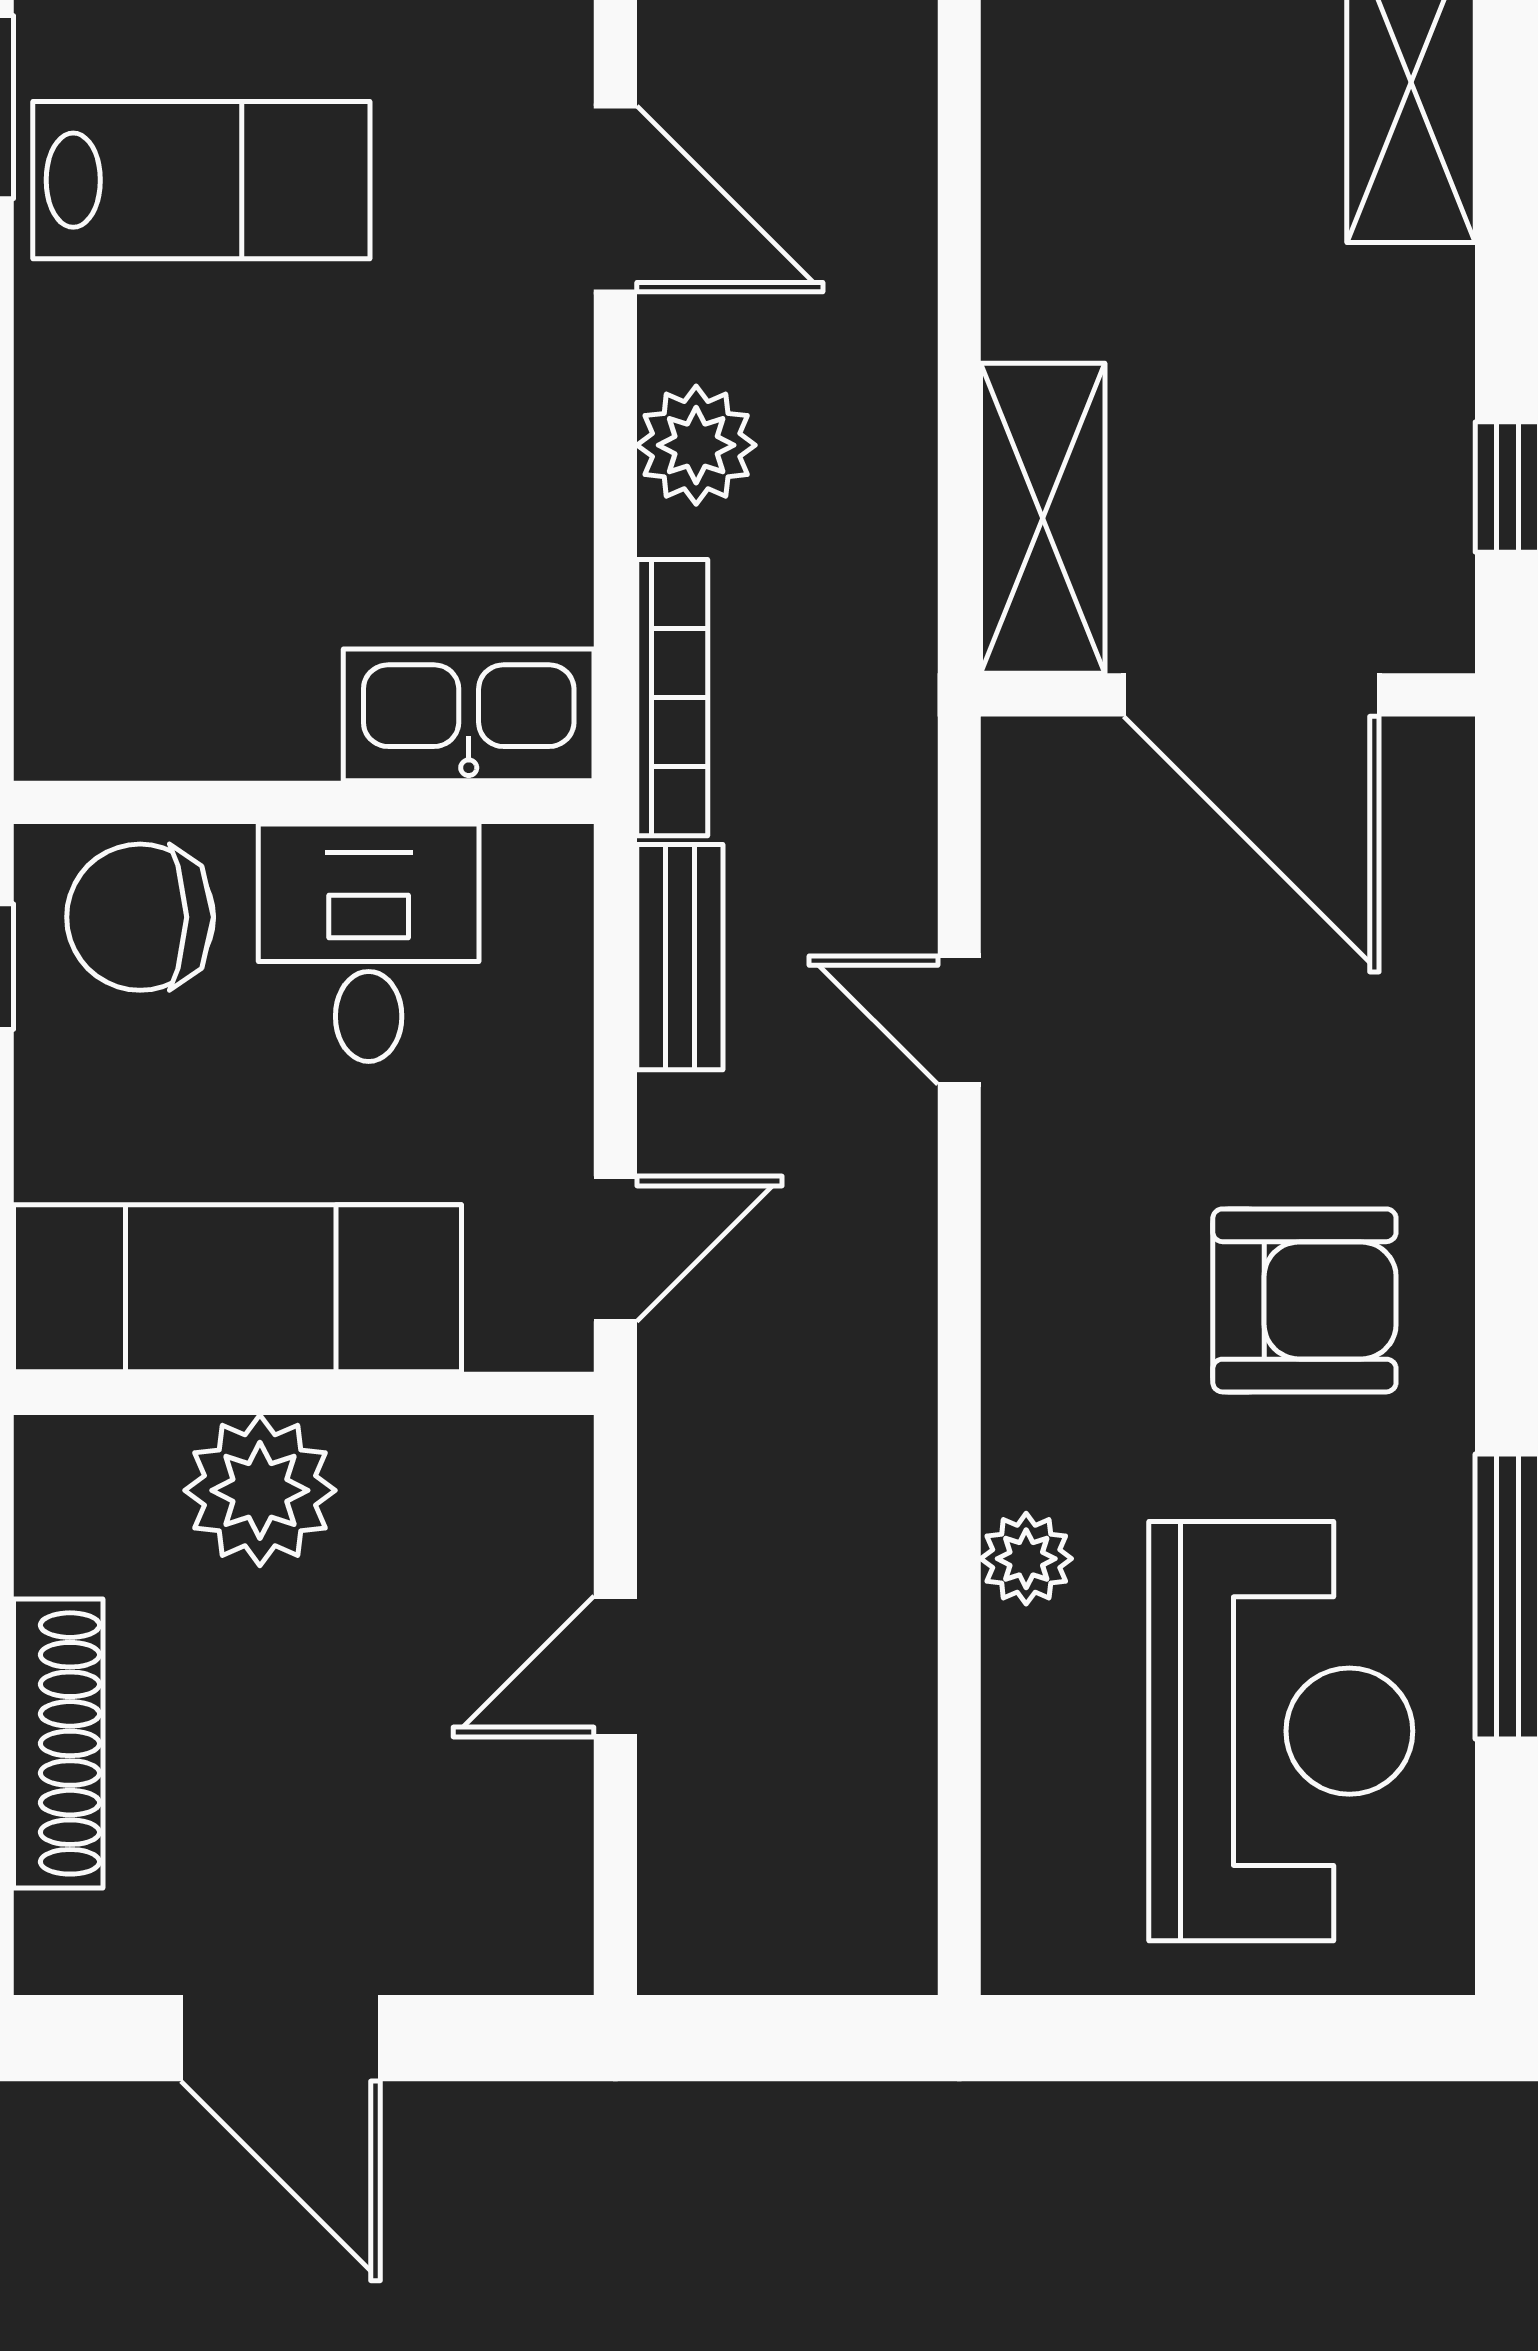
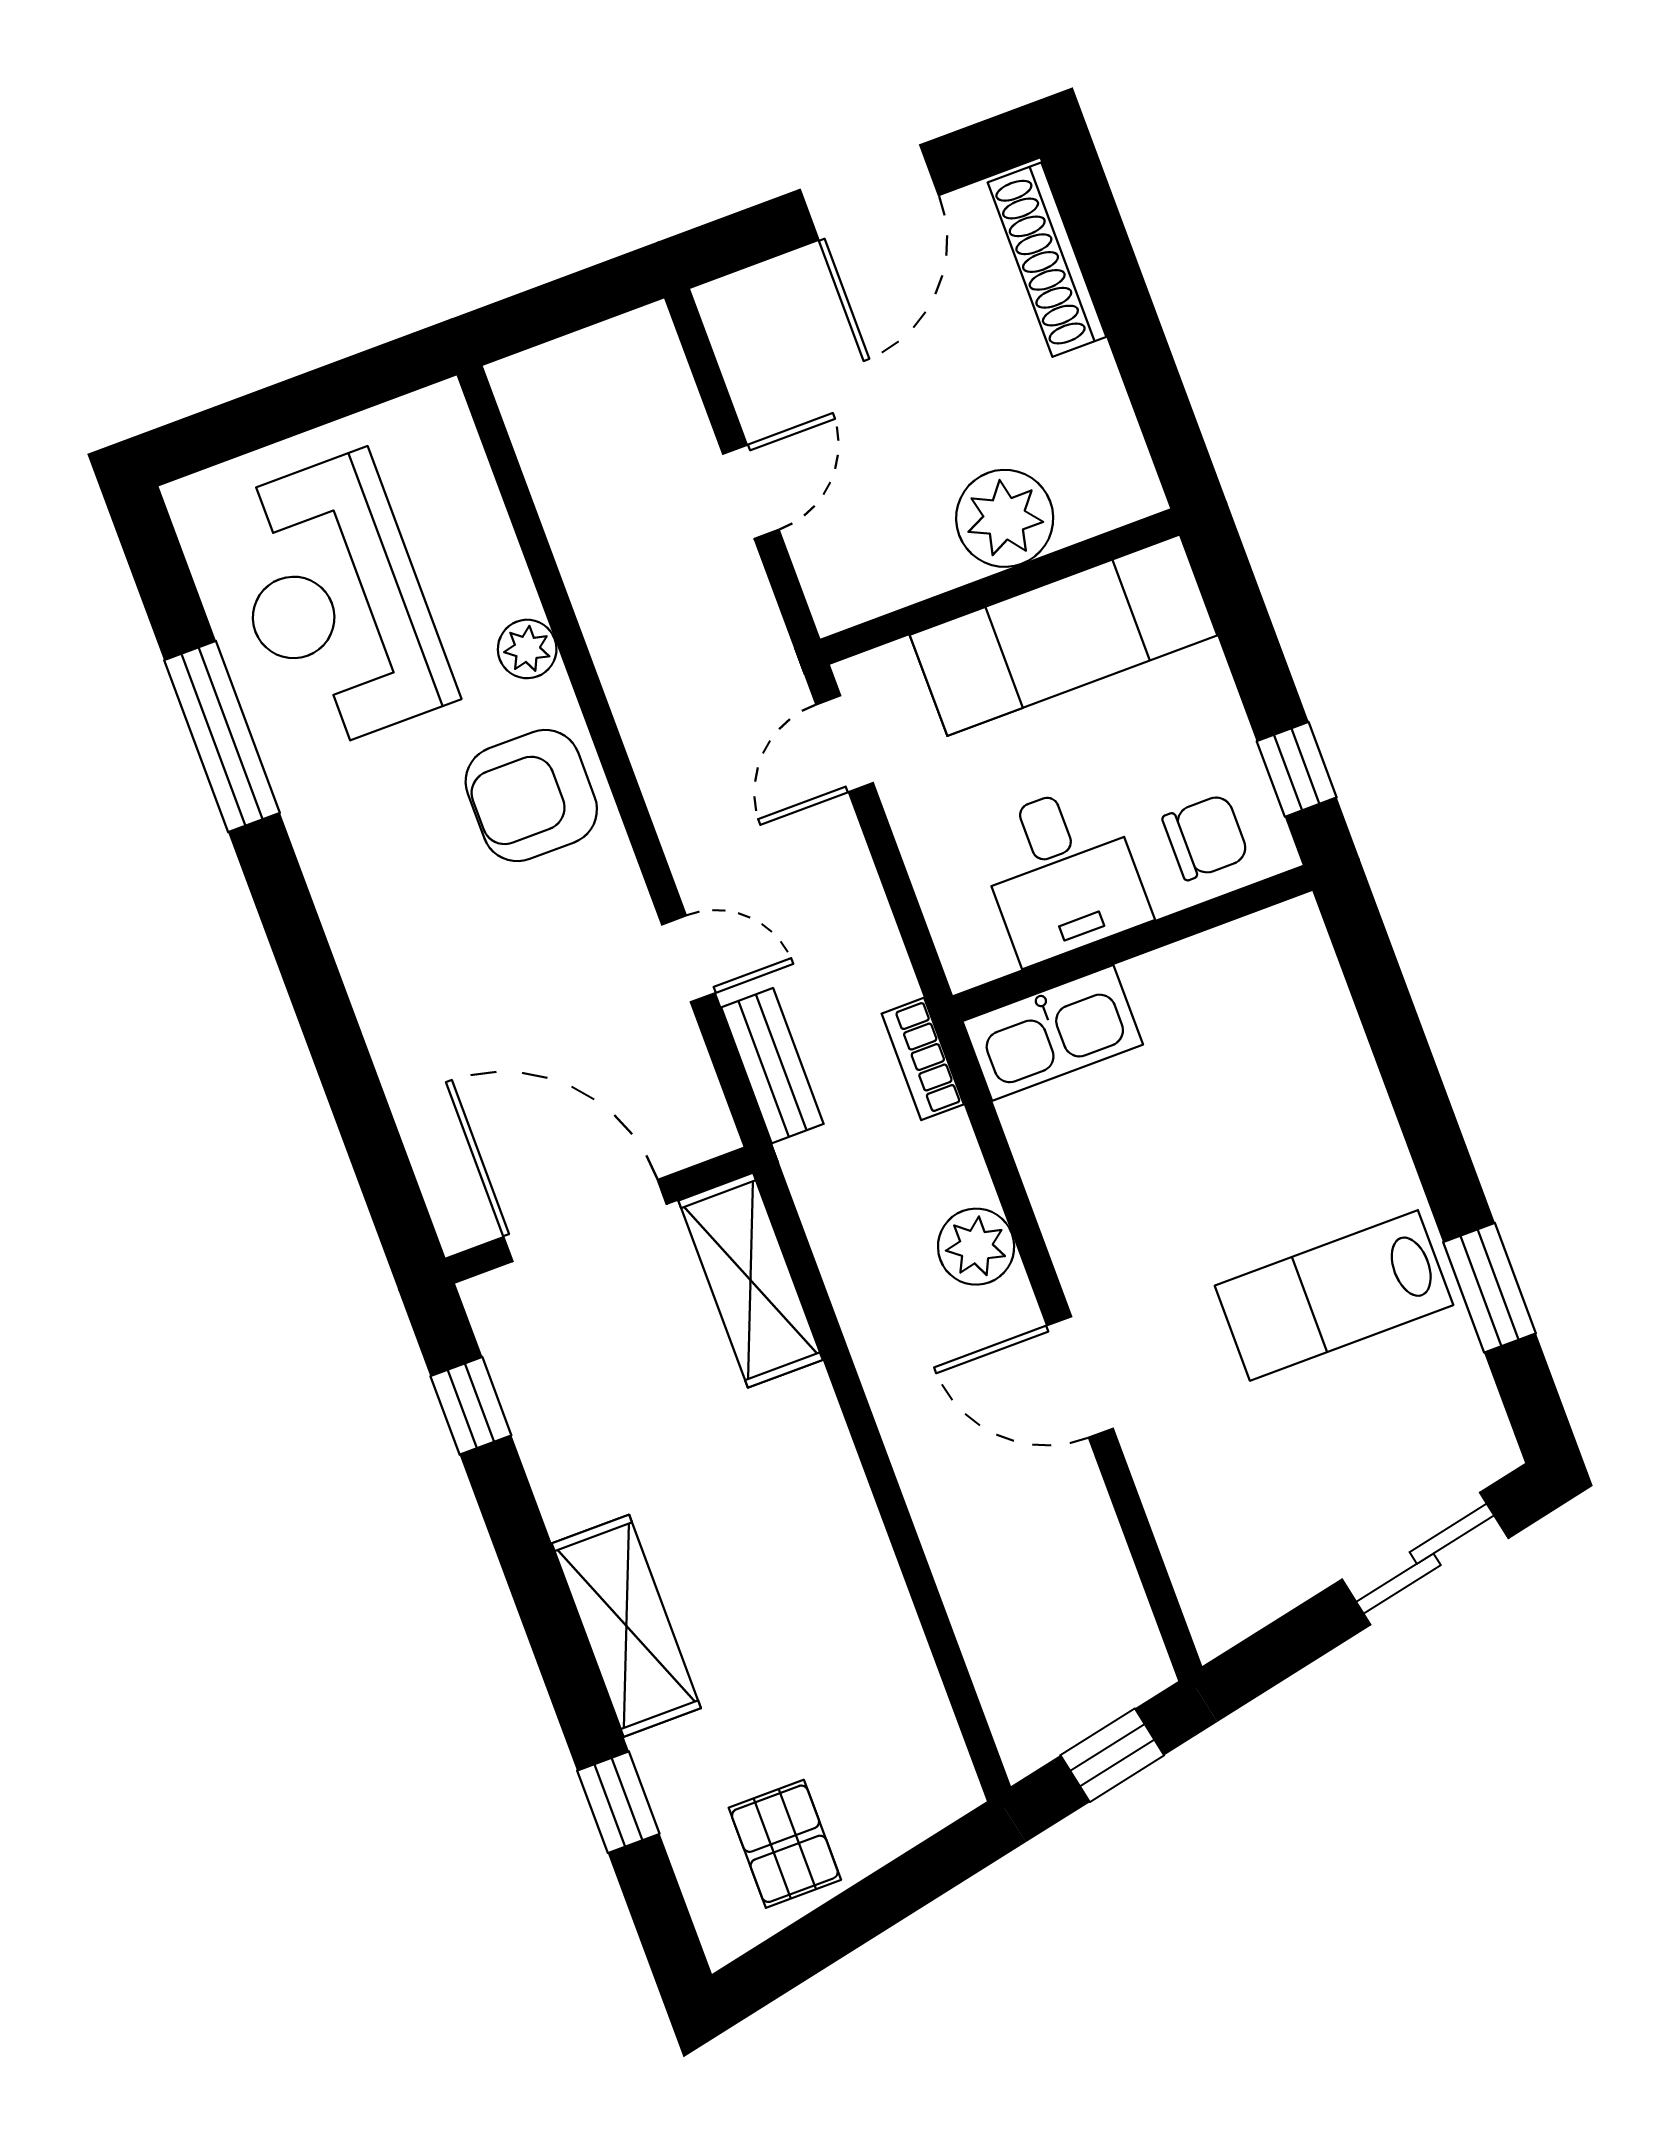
bookcase: (672, 698) -> (923, 1059), width x0.64
chair: (140, 917) -> (1206, 837), width x0.73, depth x0.73
bench: (680, 957) -> (772, 1066), moved
armchair: (1304, 1300) -> (531, 796), moved
shoe rack: (58, 1743) -> (1047, 260), moved
door: (281, 2038) -> (869, 193), swing flipped

